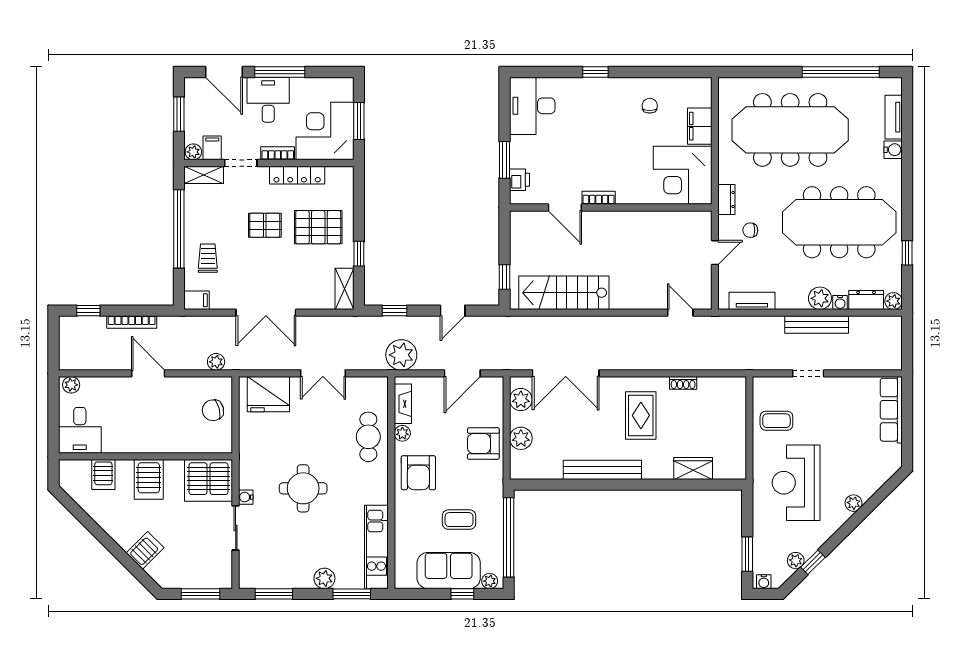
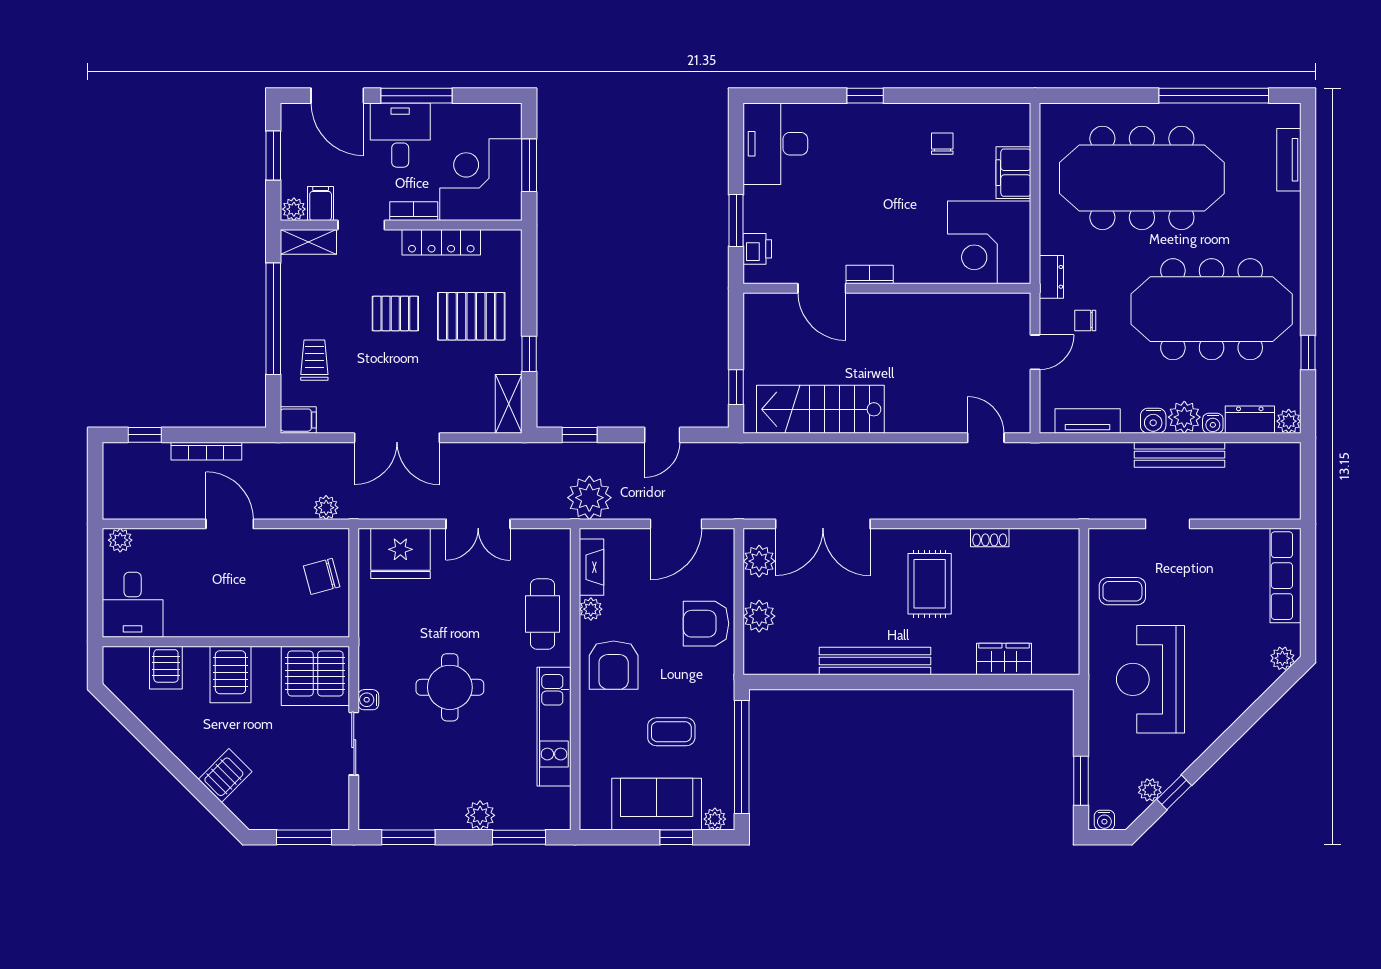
water cooler: (893, 150) -> (1153, 421), moved, turned 90
plant: (854, 503) -> (1282, 658), moved
kitchen unit: (376, 547) -> (554, 727), moved

